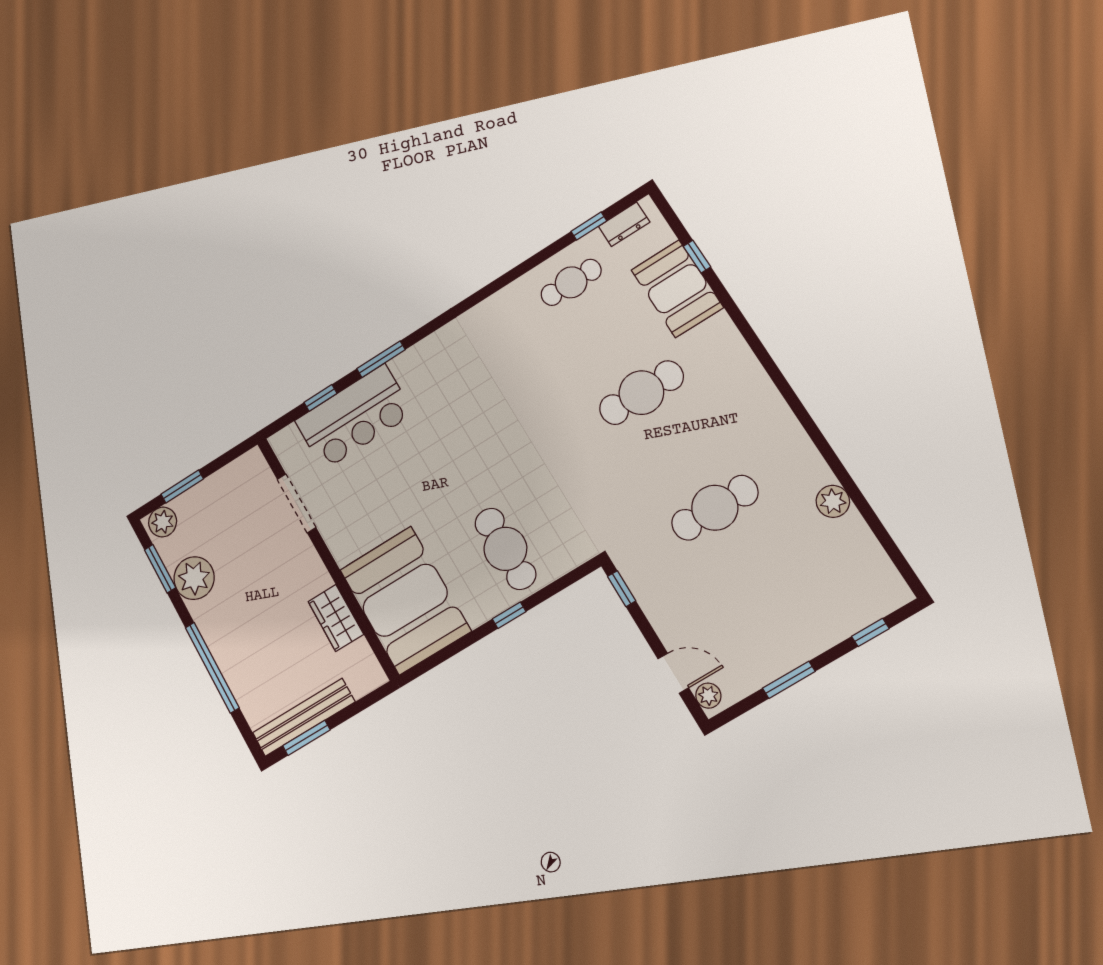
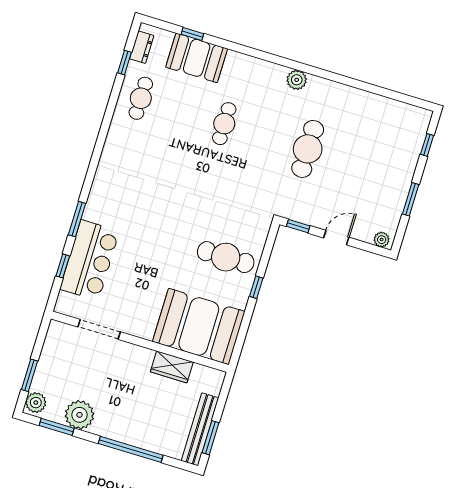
cafe table: (641, 393) -> (224, 124), width x0.73, depth x0.74
plant: (833, 501) -> (297, 80), moved
door: (673, 673) -> (336, 238), moved

